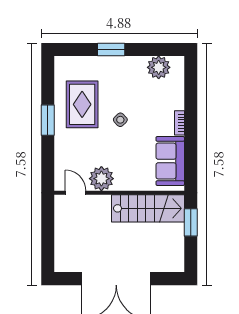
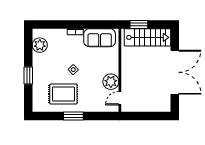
stairs: (148, 208) -> (148, 37), moved, turned 90

